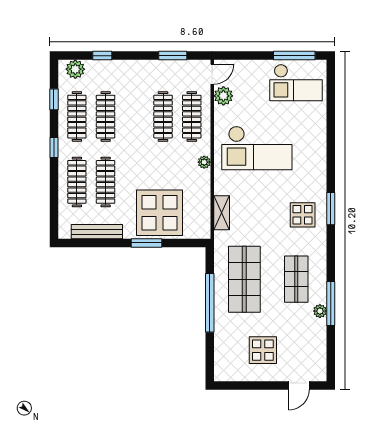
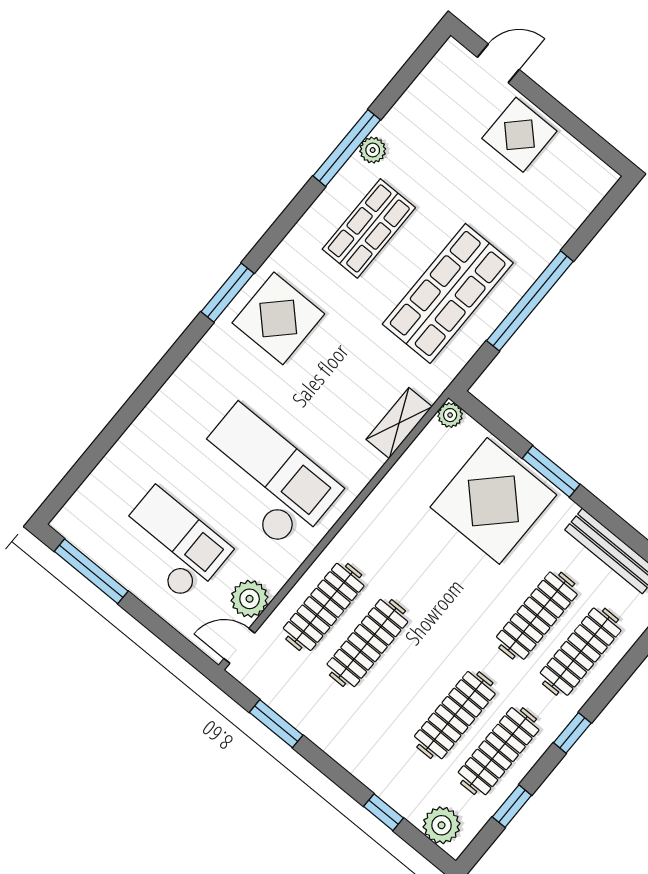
checkout: (296, 83) -> (172, 544), moved
plant: (204, 162) -> (450, 415), moved
display table: (303, 215) -> (278, 318), width x1.36, depth x1.36
display table: (263, 350) -> (519, 135), moved

